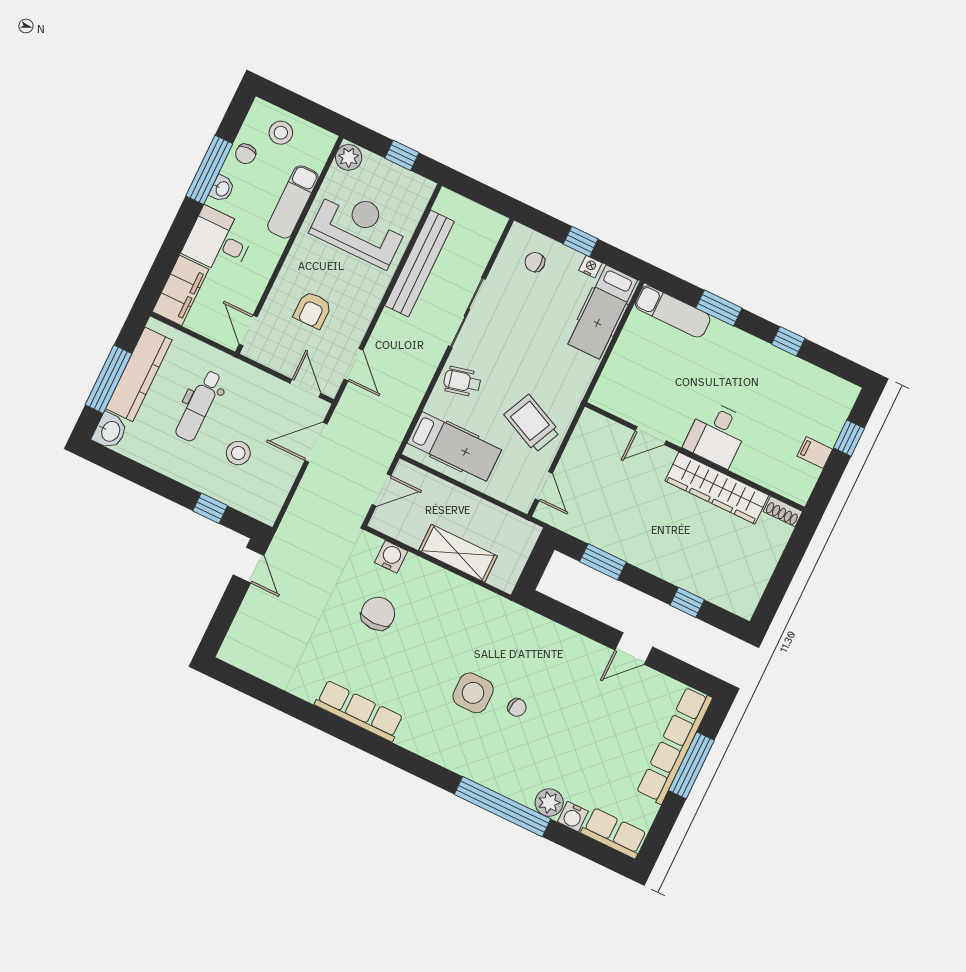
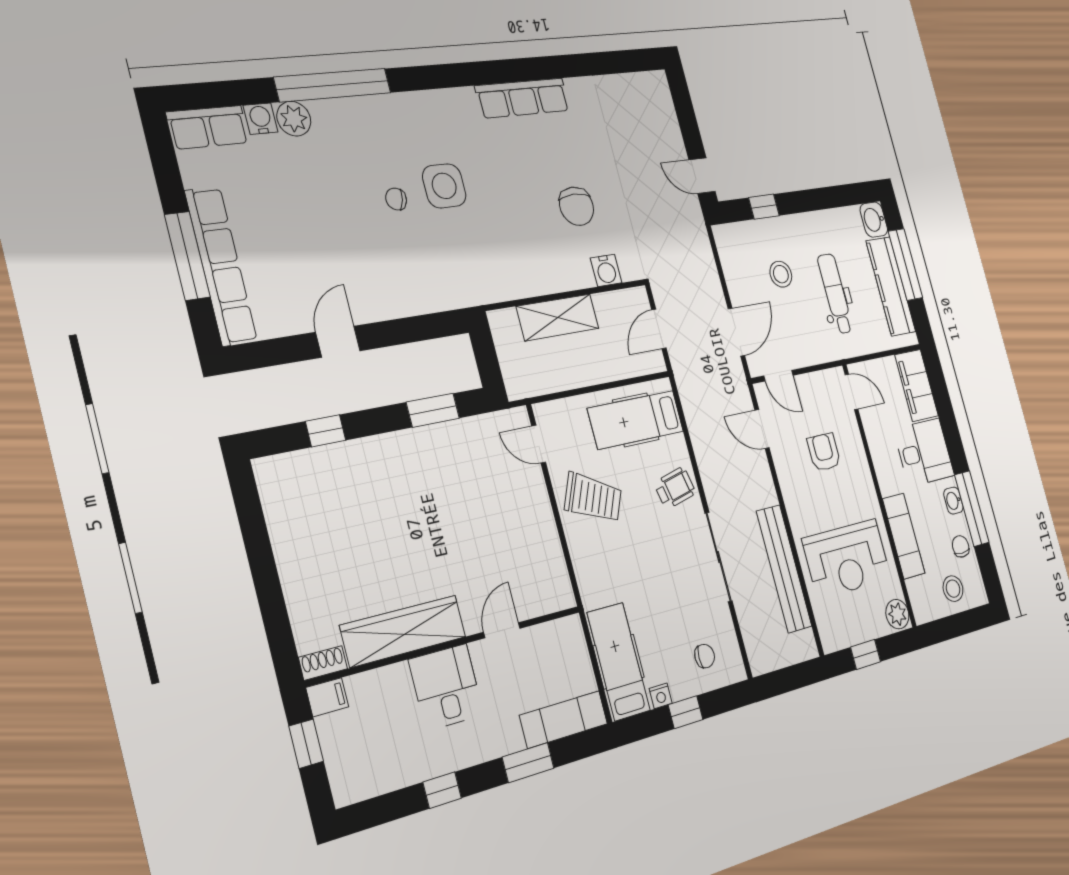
desk: (717, 434) -> (446, 687), moved
door: (651, 436) -> (502, 630), moved
wall: (695, 457) -> (448, 645), moved
wardrobe: (717, 488) -> (403, 631), moved
shoe rack: (783, 511) -> (323, 663), moved

